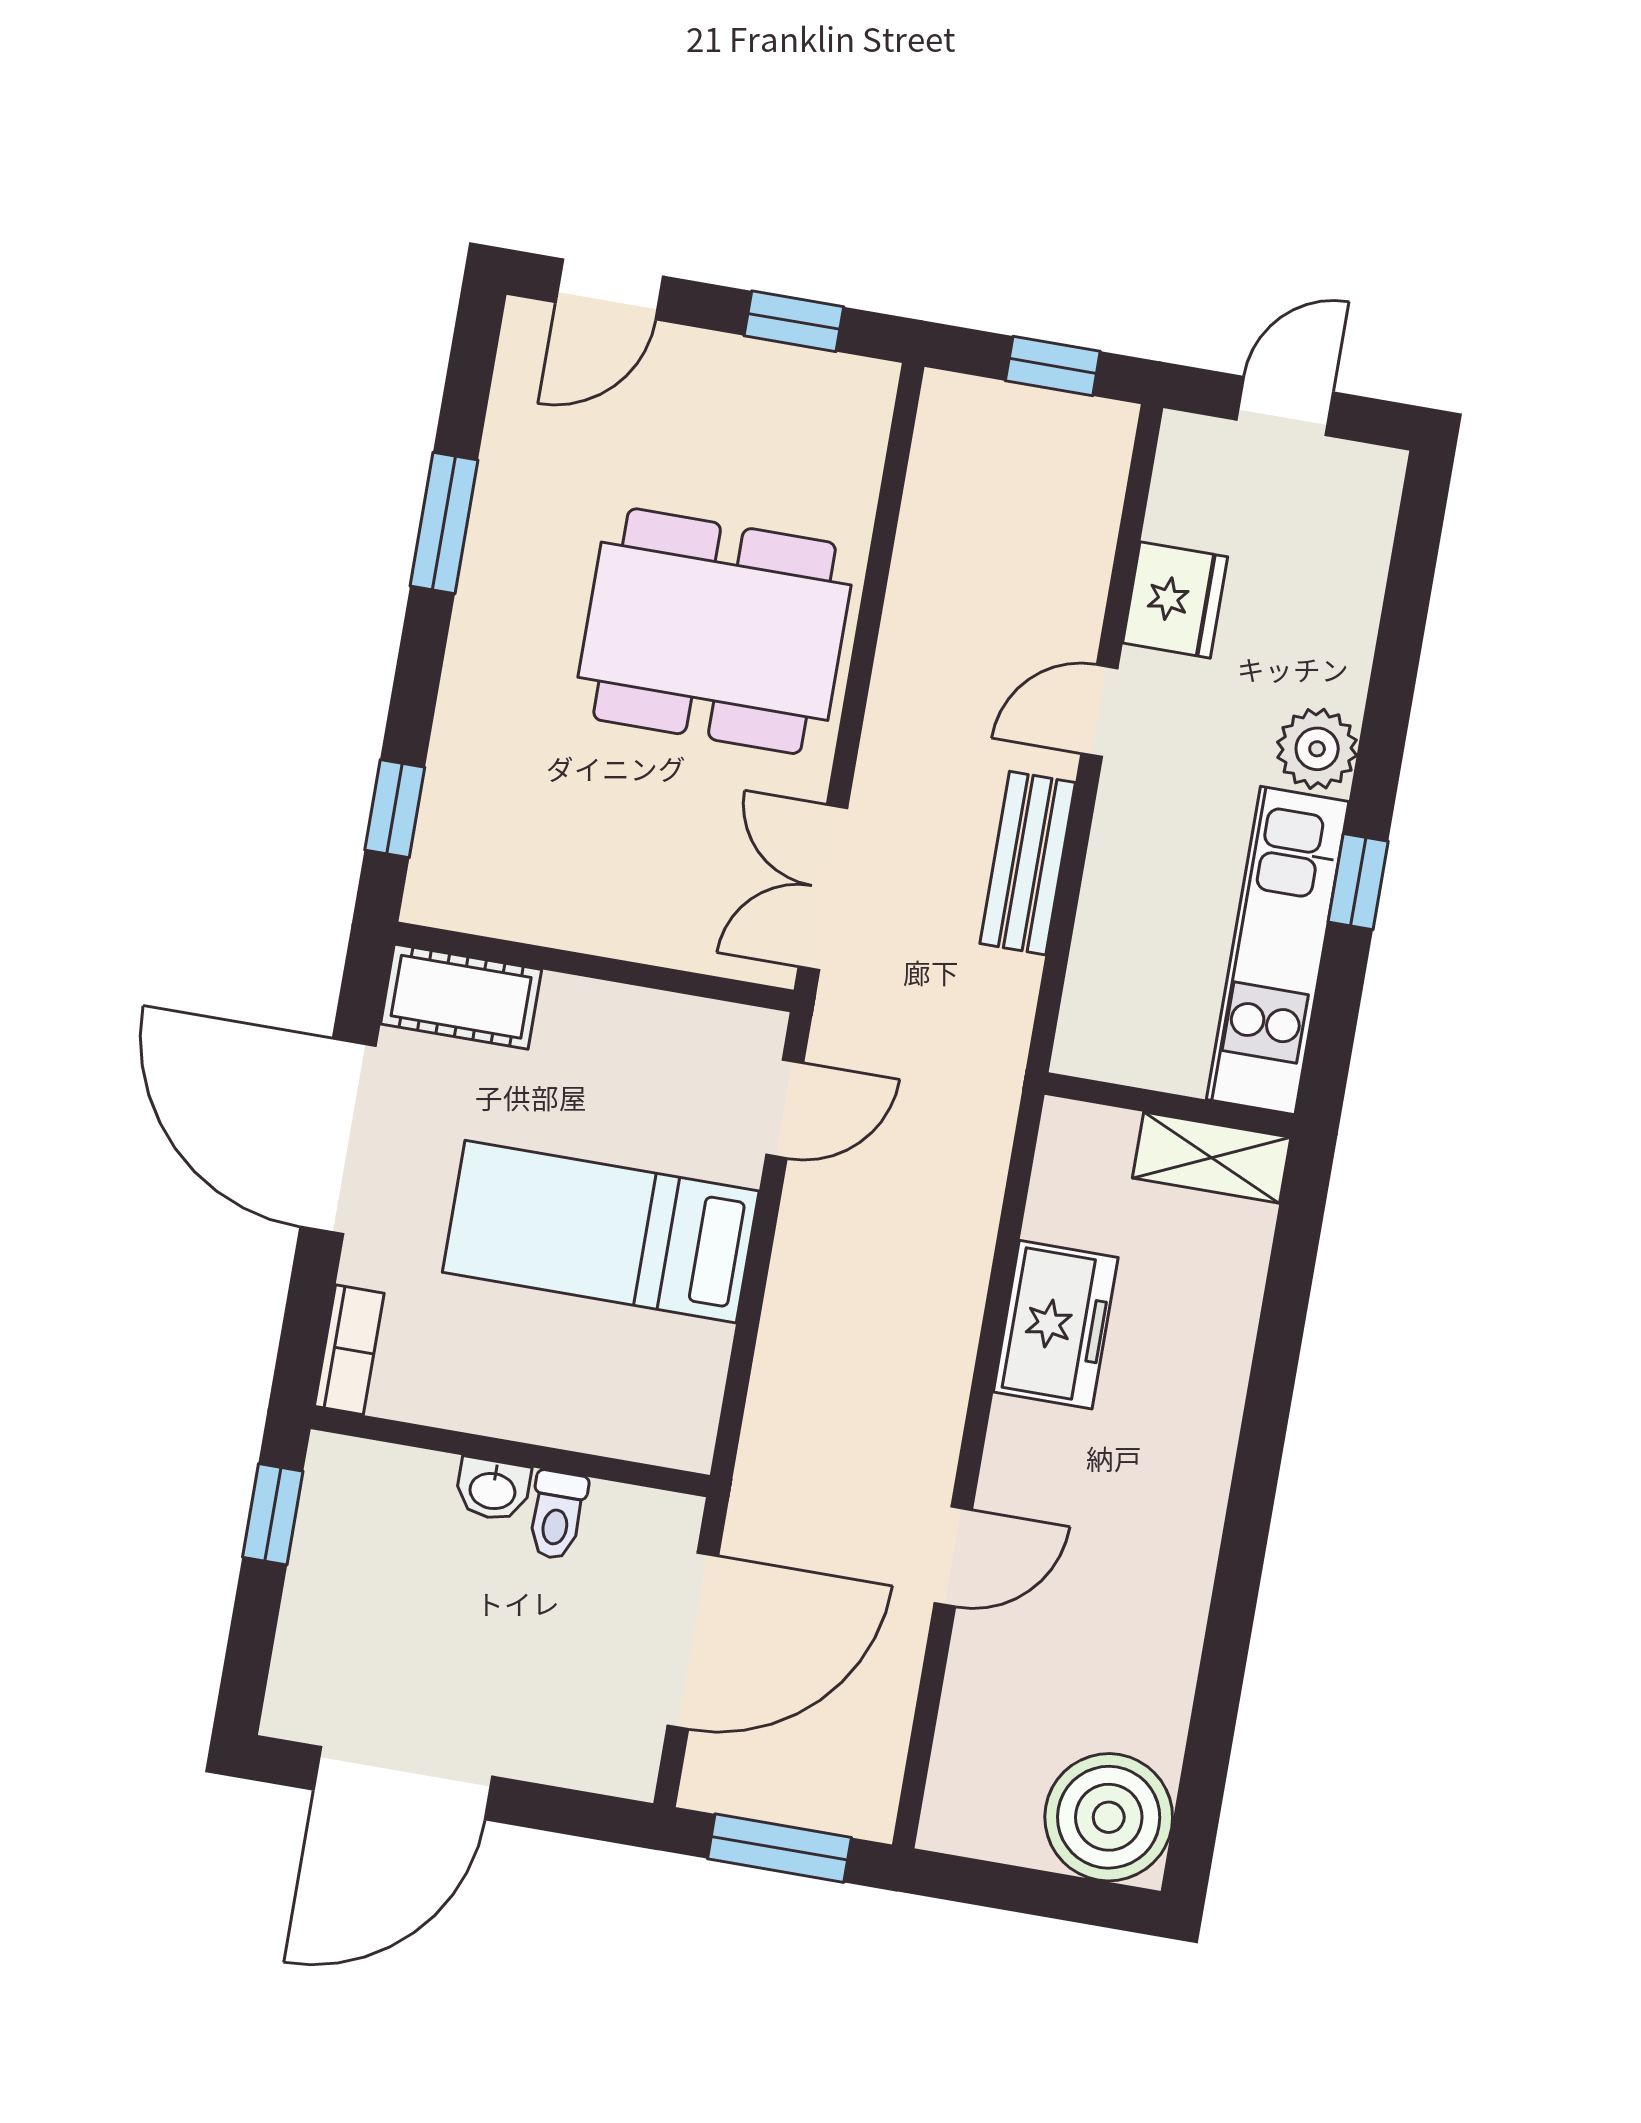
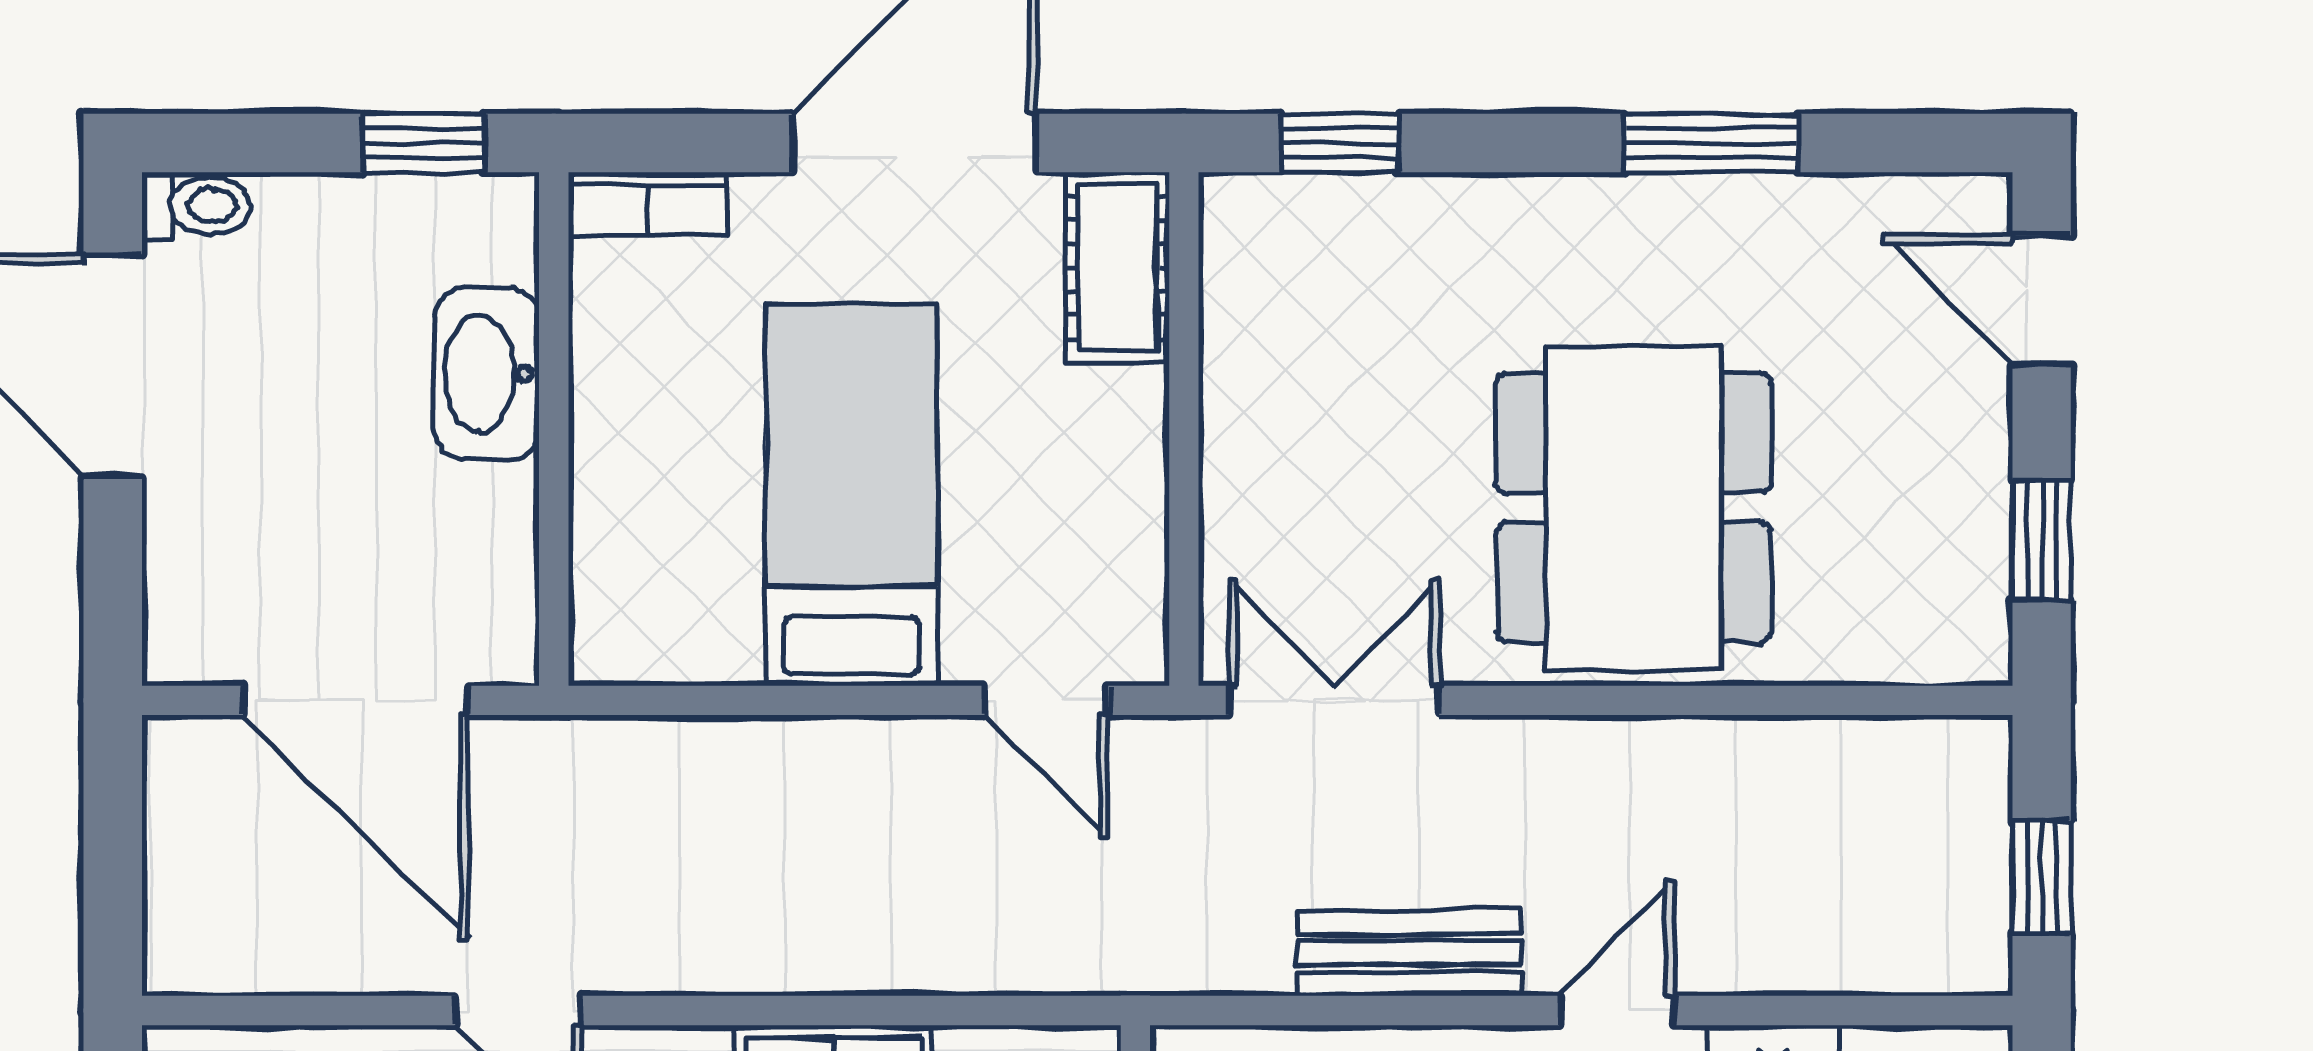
door: (1099, 711) -> (1617, 1010), hinge flipped
washbasin: (493, 1489) -> (487, 374), width x1.91, depth x1.45
toilet: (557, 1515) -> (197, 206), moved, turned 180
window: (779, 1848) -> (113, 855), removed

